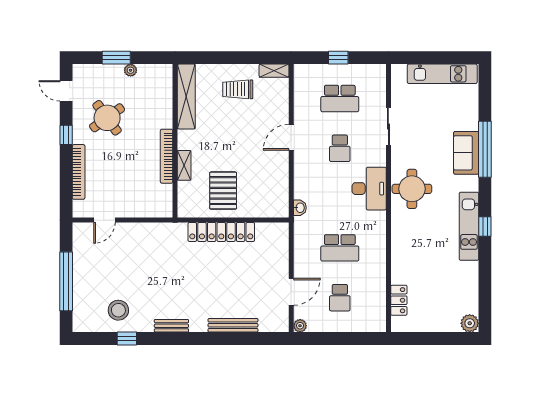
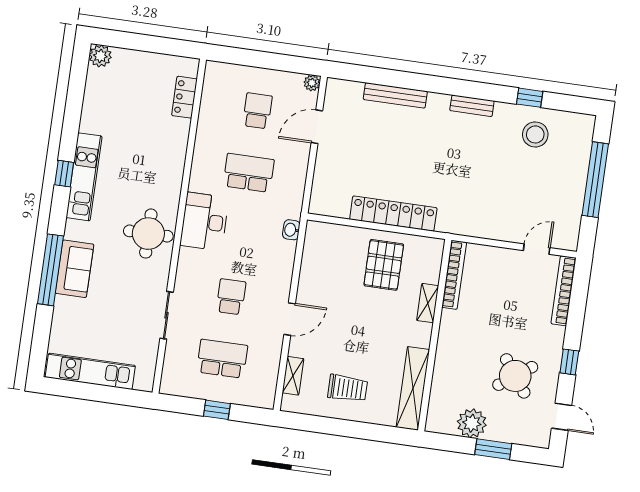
plant: (131, 70) -> (472, 423), width x1.88, depth x1.88
shelving: (274, 71) -> (293, 376), moved, turned 90
bookcase: (167, 156) -> (454, 275), moved
bookcase: (79, 172) -> (564, 291), moved
desk: (369, 189) -> (204, 222), moved

